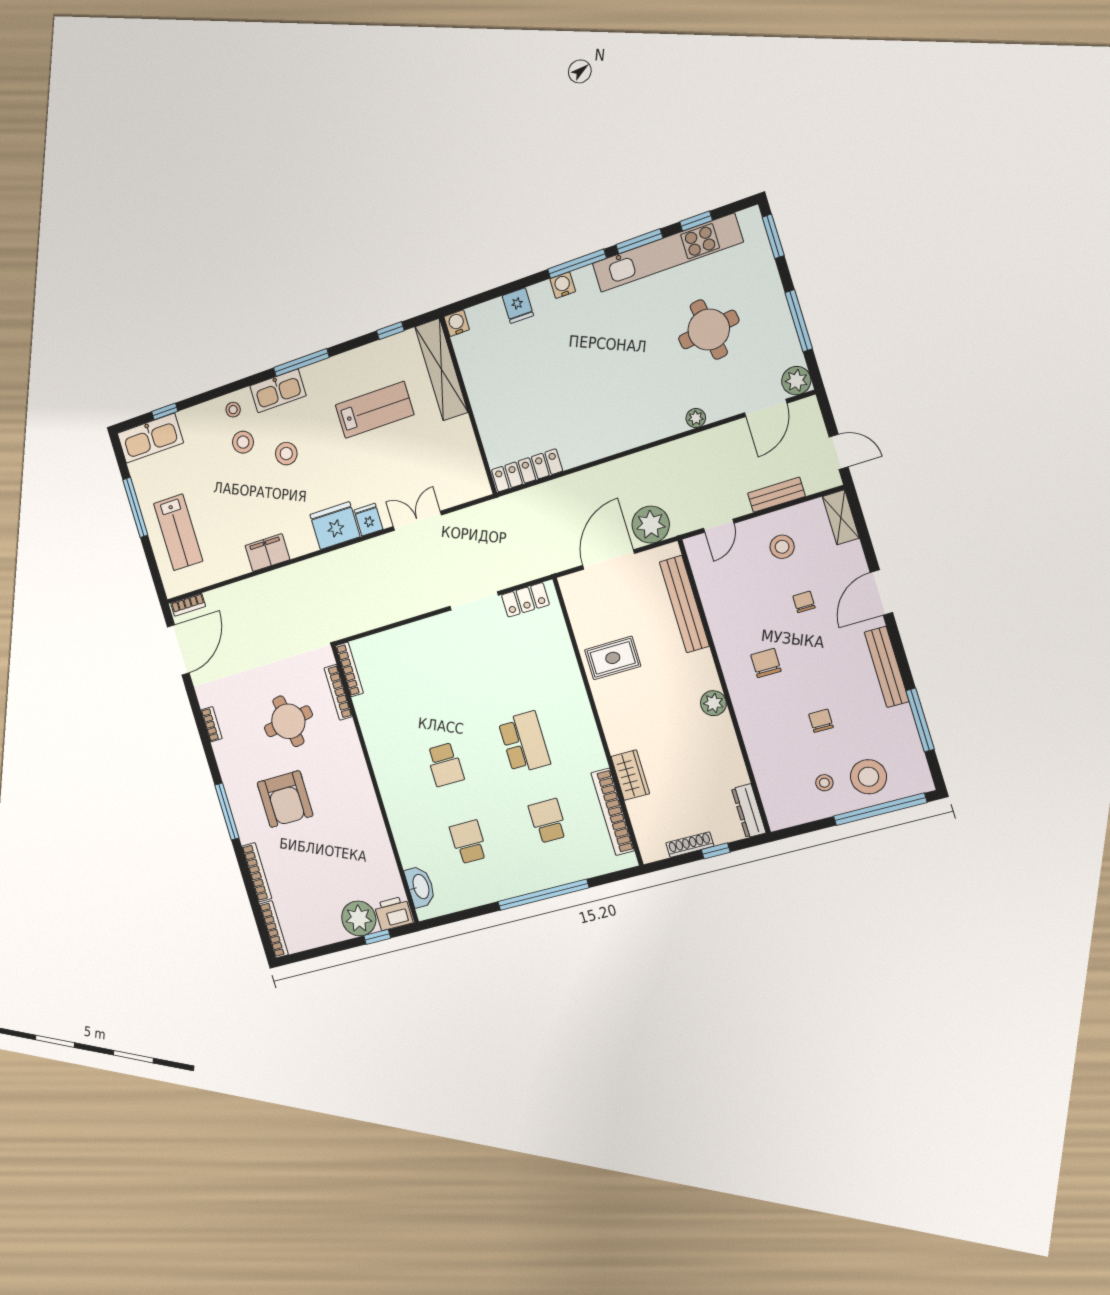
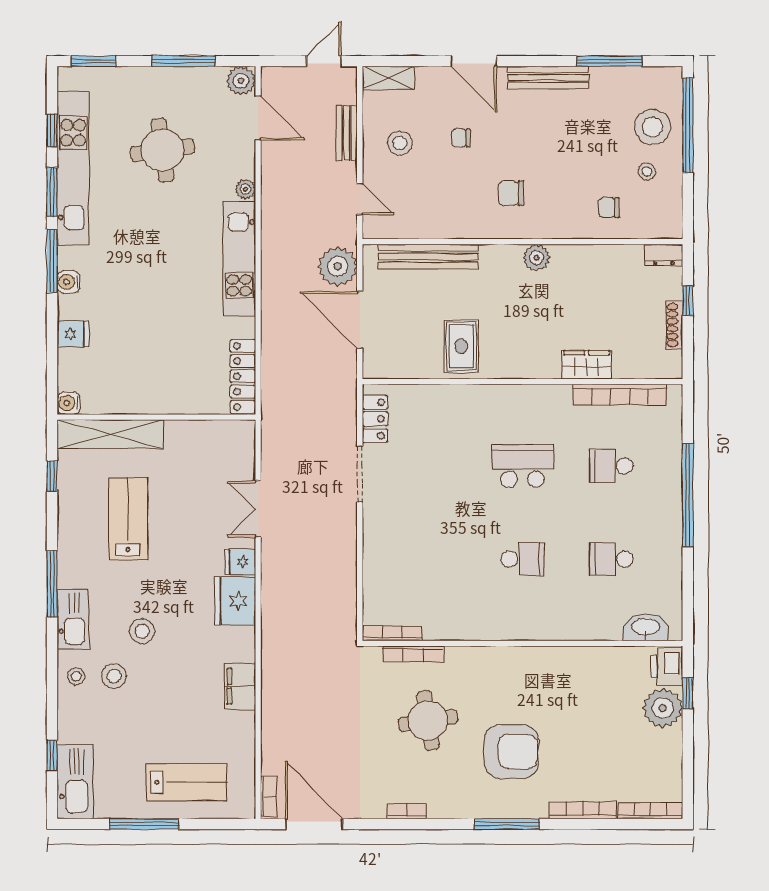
kitchen unit: (630, 433) -> (239, 259), added
chair: (821, 721) -> (609, 208), moved
dresser: (749, 811) -> (664, 255), width x0.70

